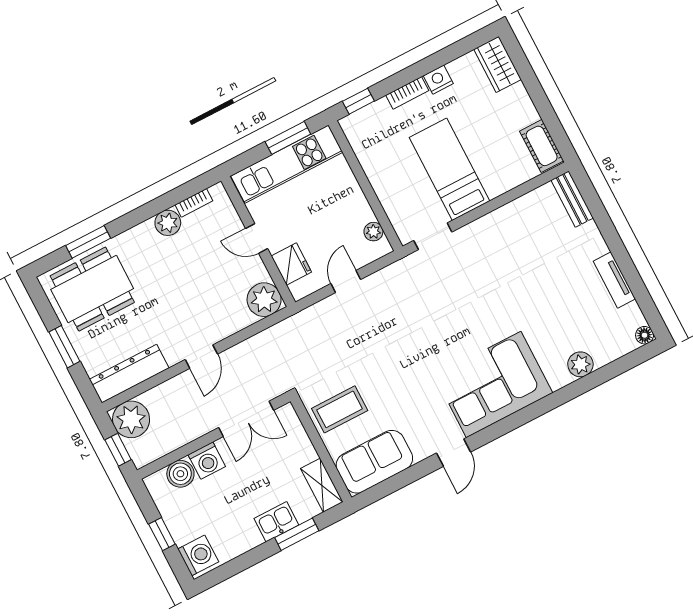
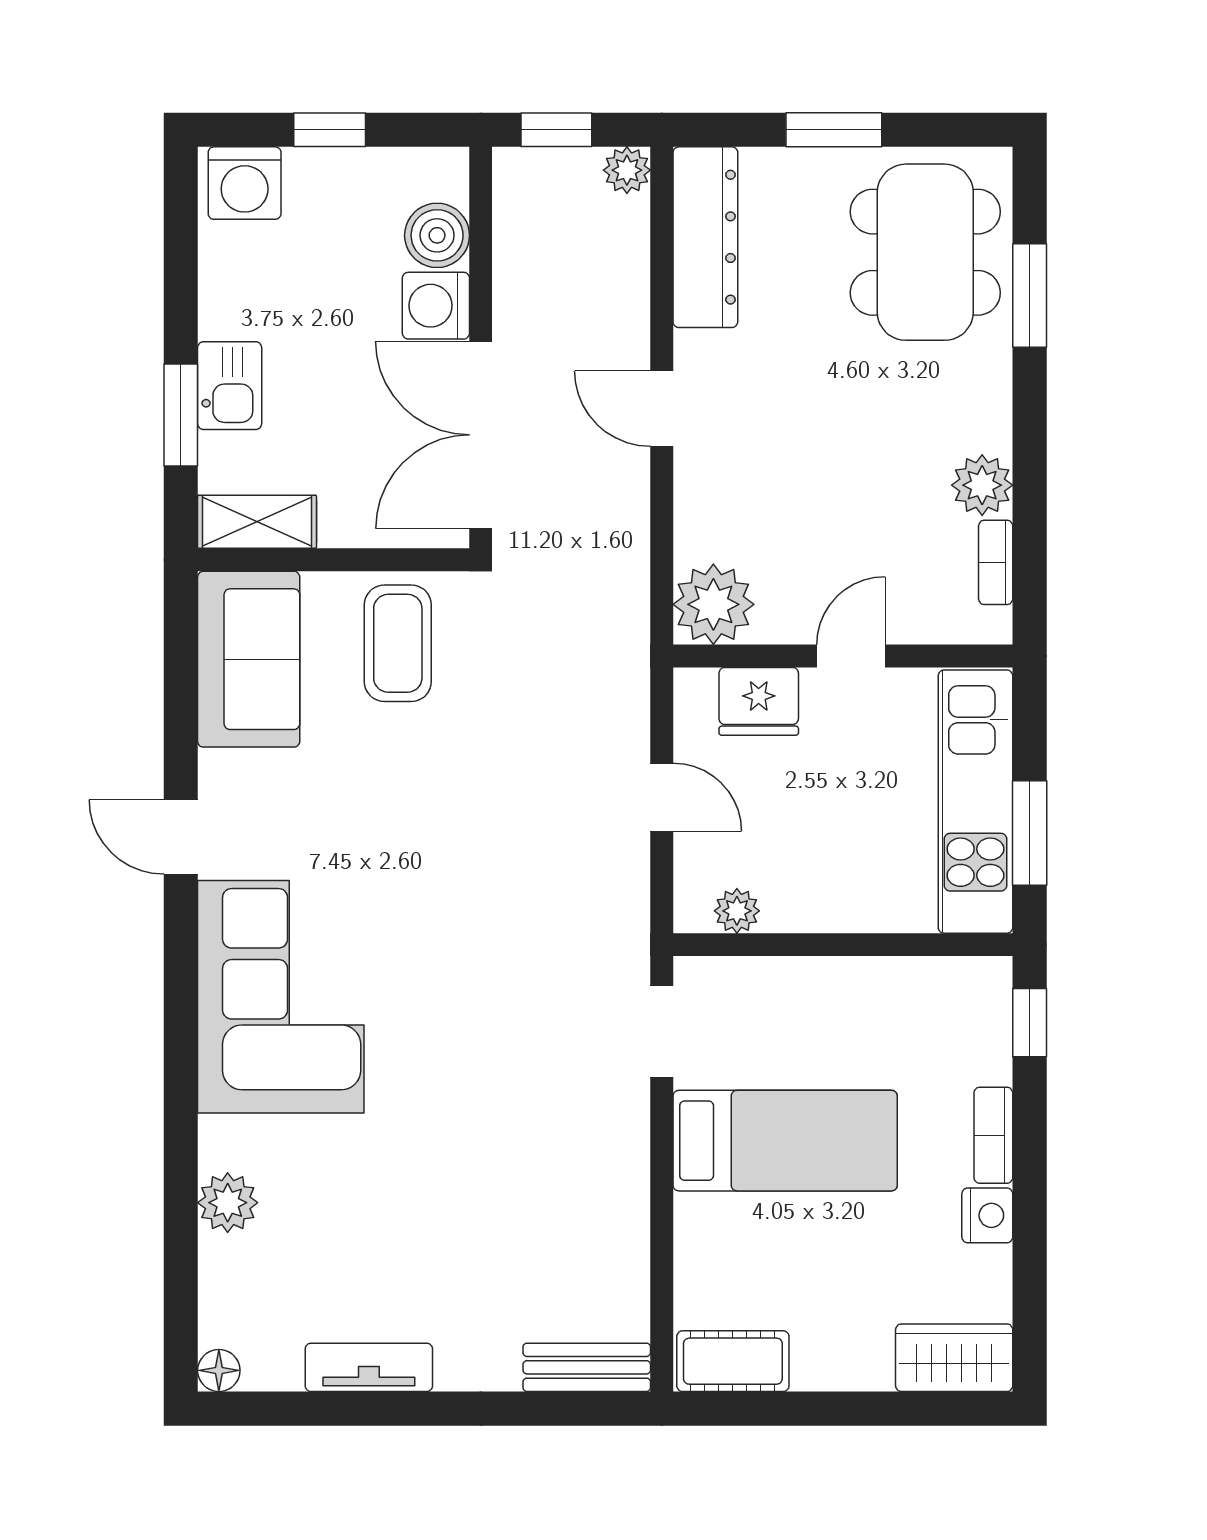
plant: (131, 419) -> (627, 170), width x0.53, depth x0.53
double door: (246, 419) -> (481, 435), width x1.37

